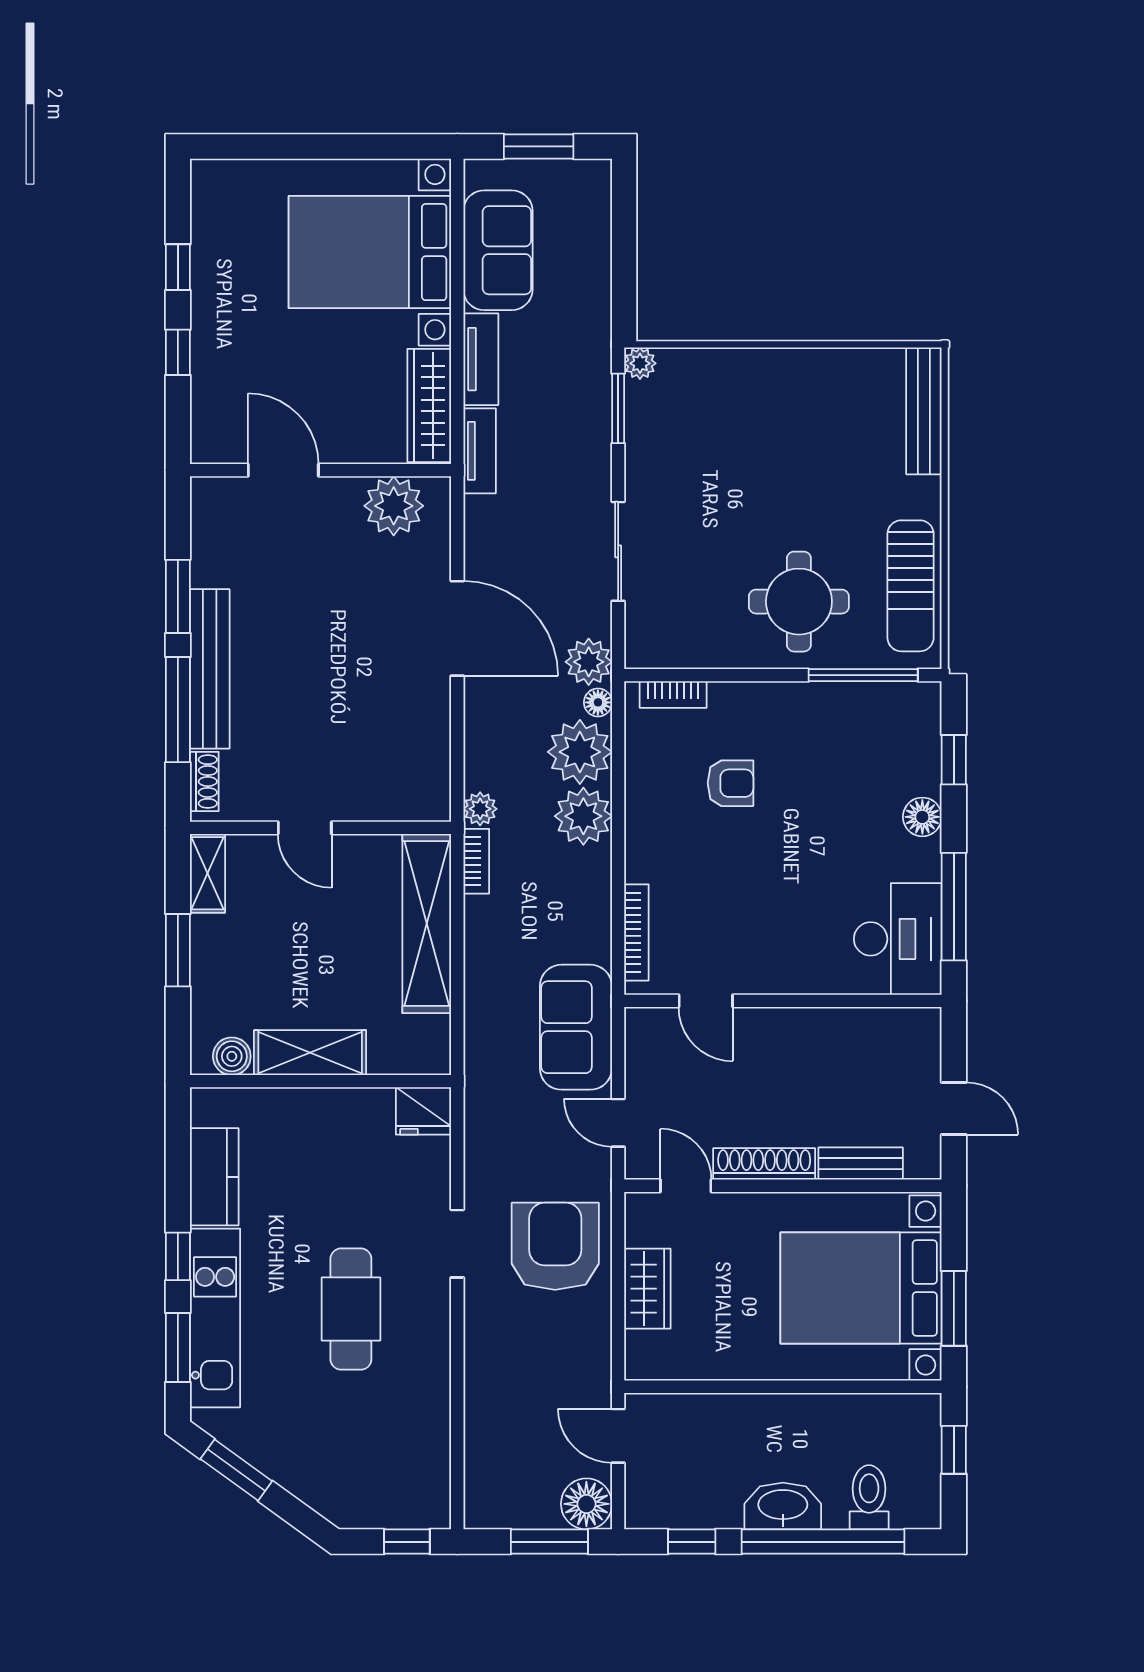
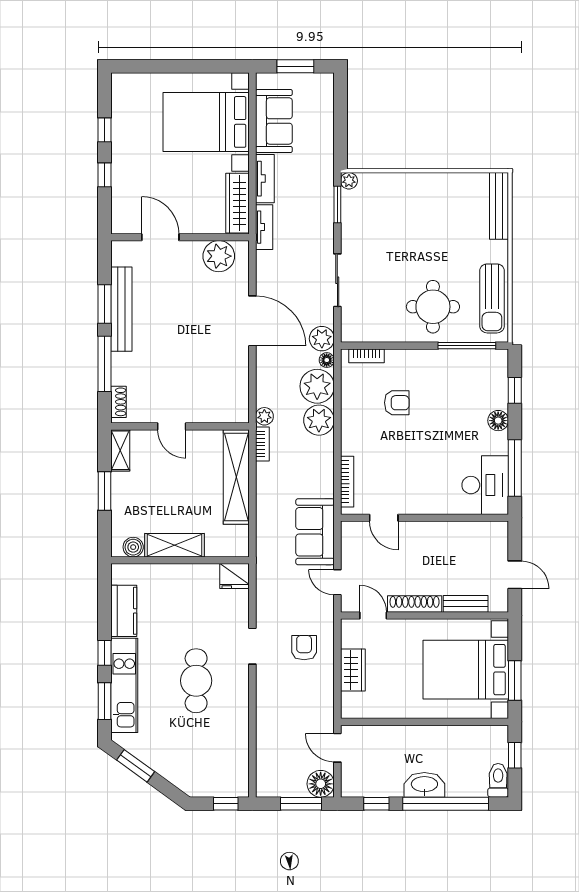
bench: (210, 669) -> (121, 309), moved
armchair: (555, 1246) -> (304, 648), width x0.53, depth x0.53
toilet: (869, 1497) -> (498, 780), moved

